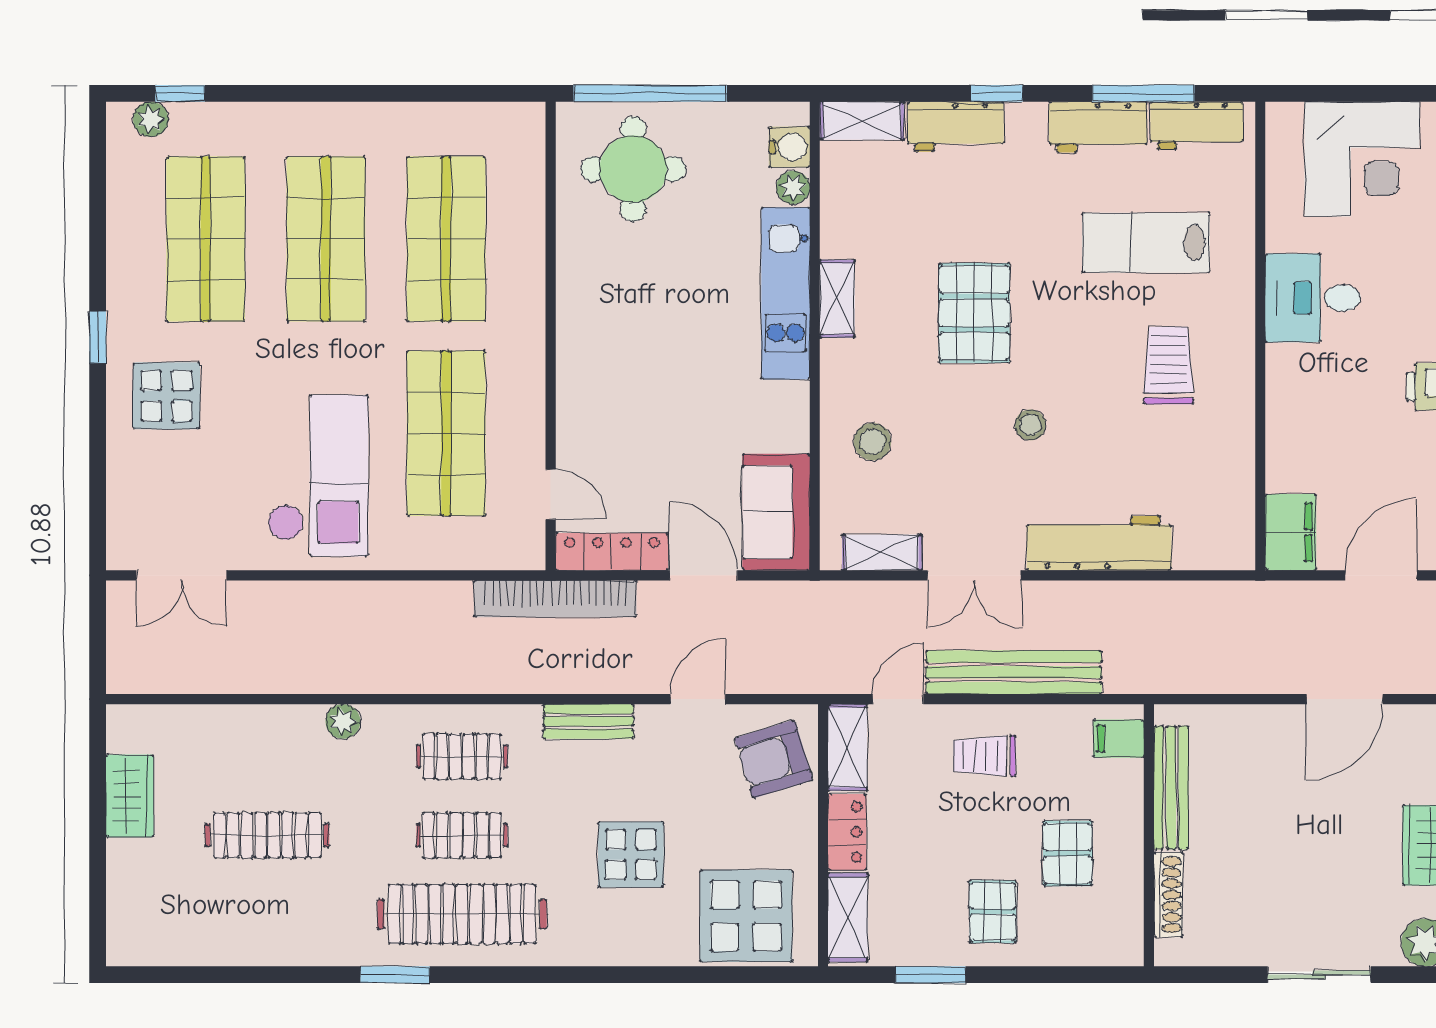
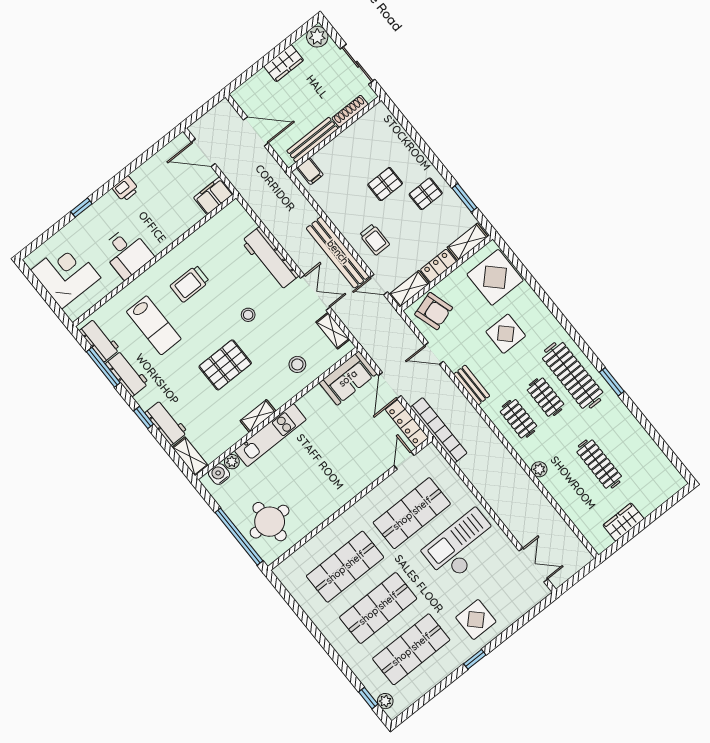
filing cabinet: (1119, 739) -> (310, 171), moved
bench: (1171, 788) -> (312, 140), moved
wall: (1149, 835) -> (335, 134), moved
shoe rack: (1168, 895) -> (350, 111), moved

